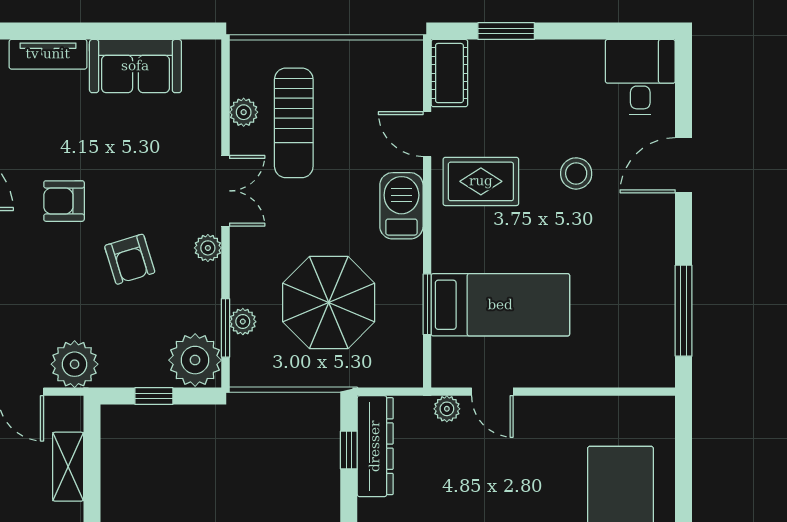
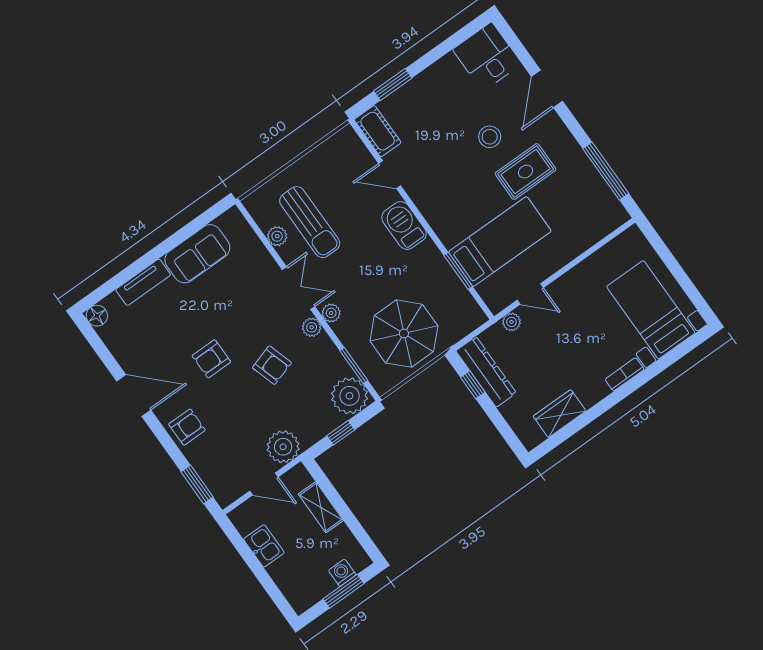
rug: (481, 181) -> (526, 172), moved
parasol: (329, 303) -> (404, 334), moved
plant: (243, 322) -> (331, 313), moved

